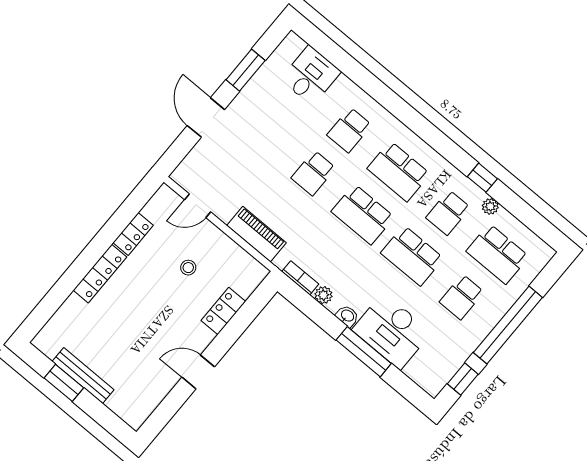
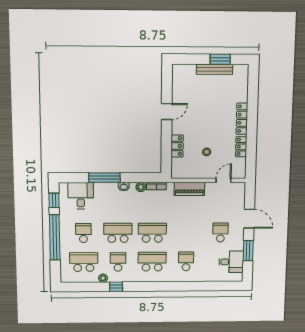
desk: (311, 75) -> (231, 262), moved, turned -90
school desk: (313, 173) -> (221, 232), moved
desk: (392, 331) -> (81, 196), moved, width x0.73

